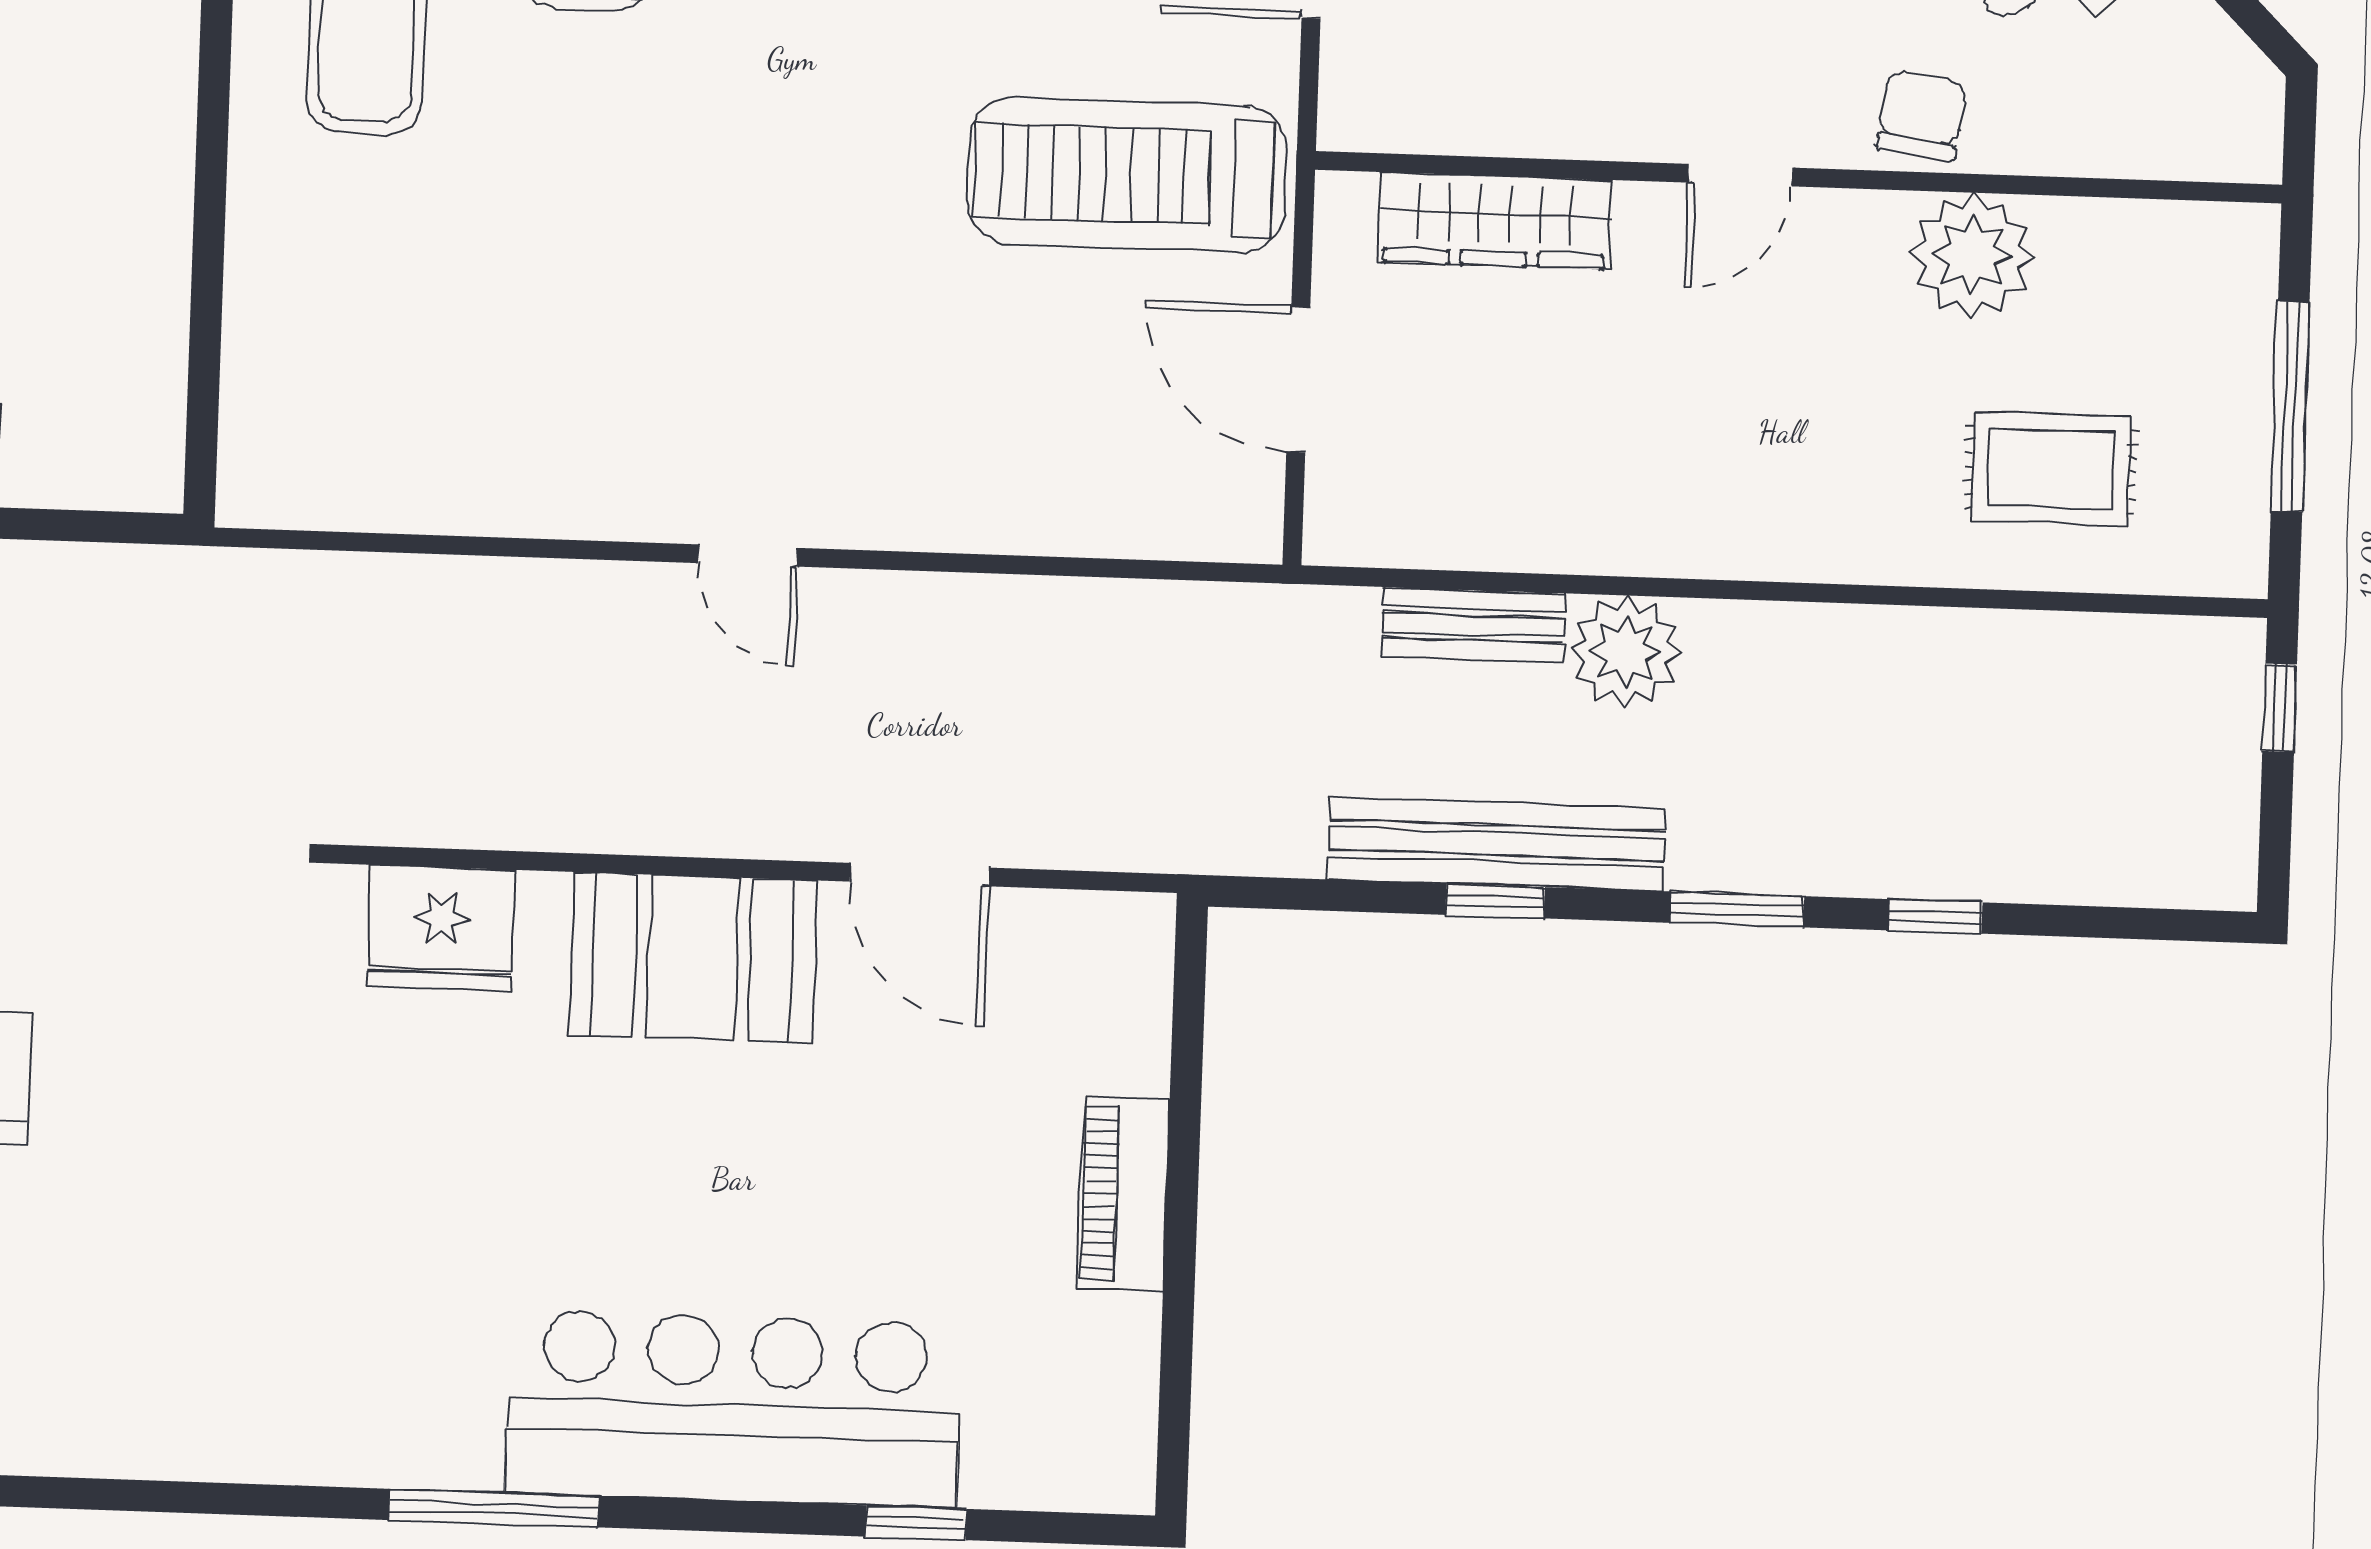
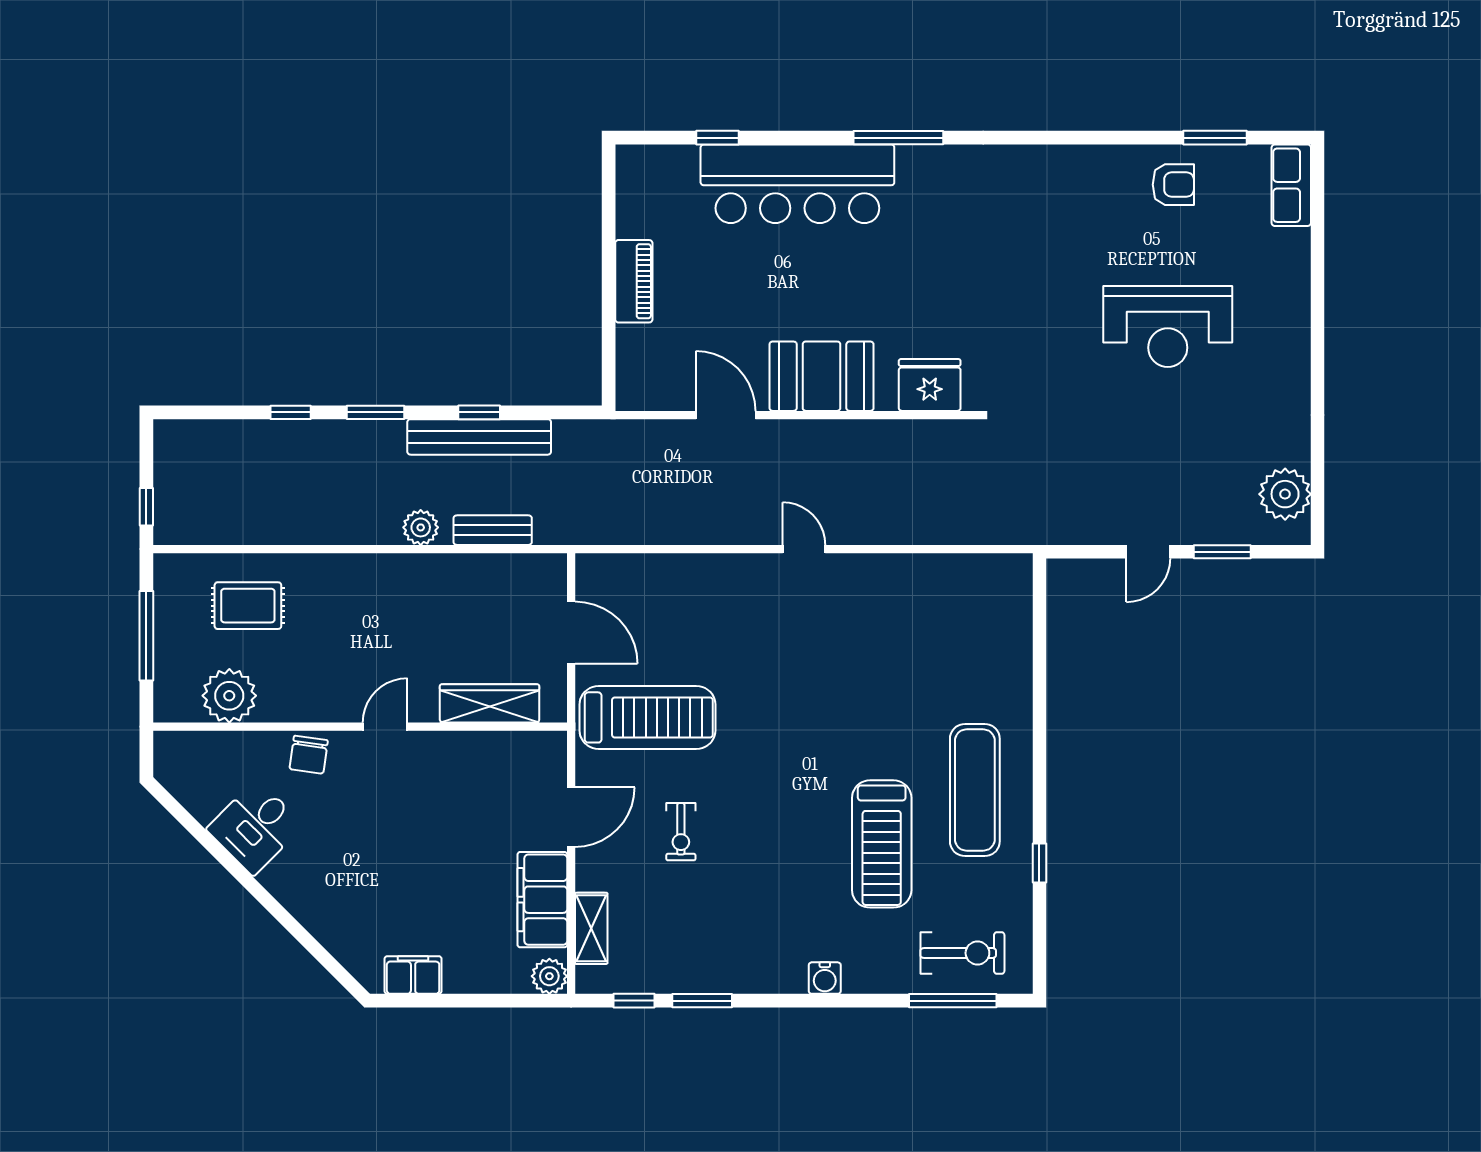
plant: (1972, 255) -> (229, 696), moved
plant: (1626, 651) -> (421, 527), width x0.73, depth x0.73

